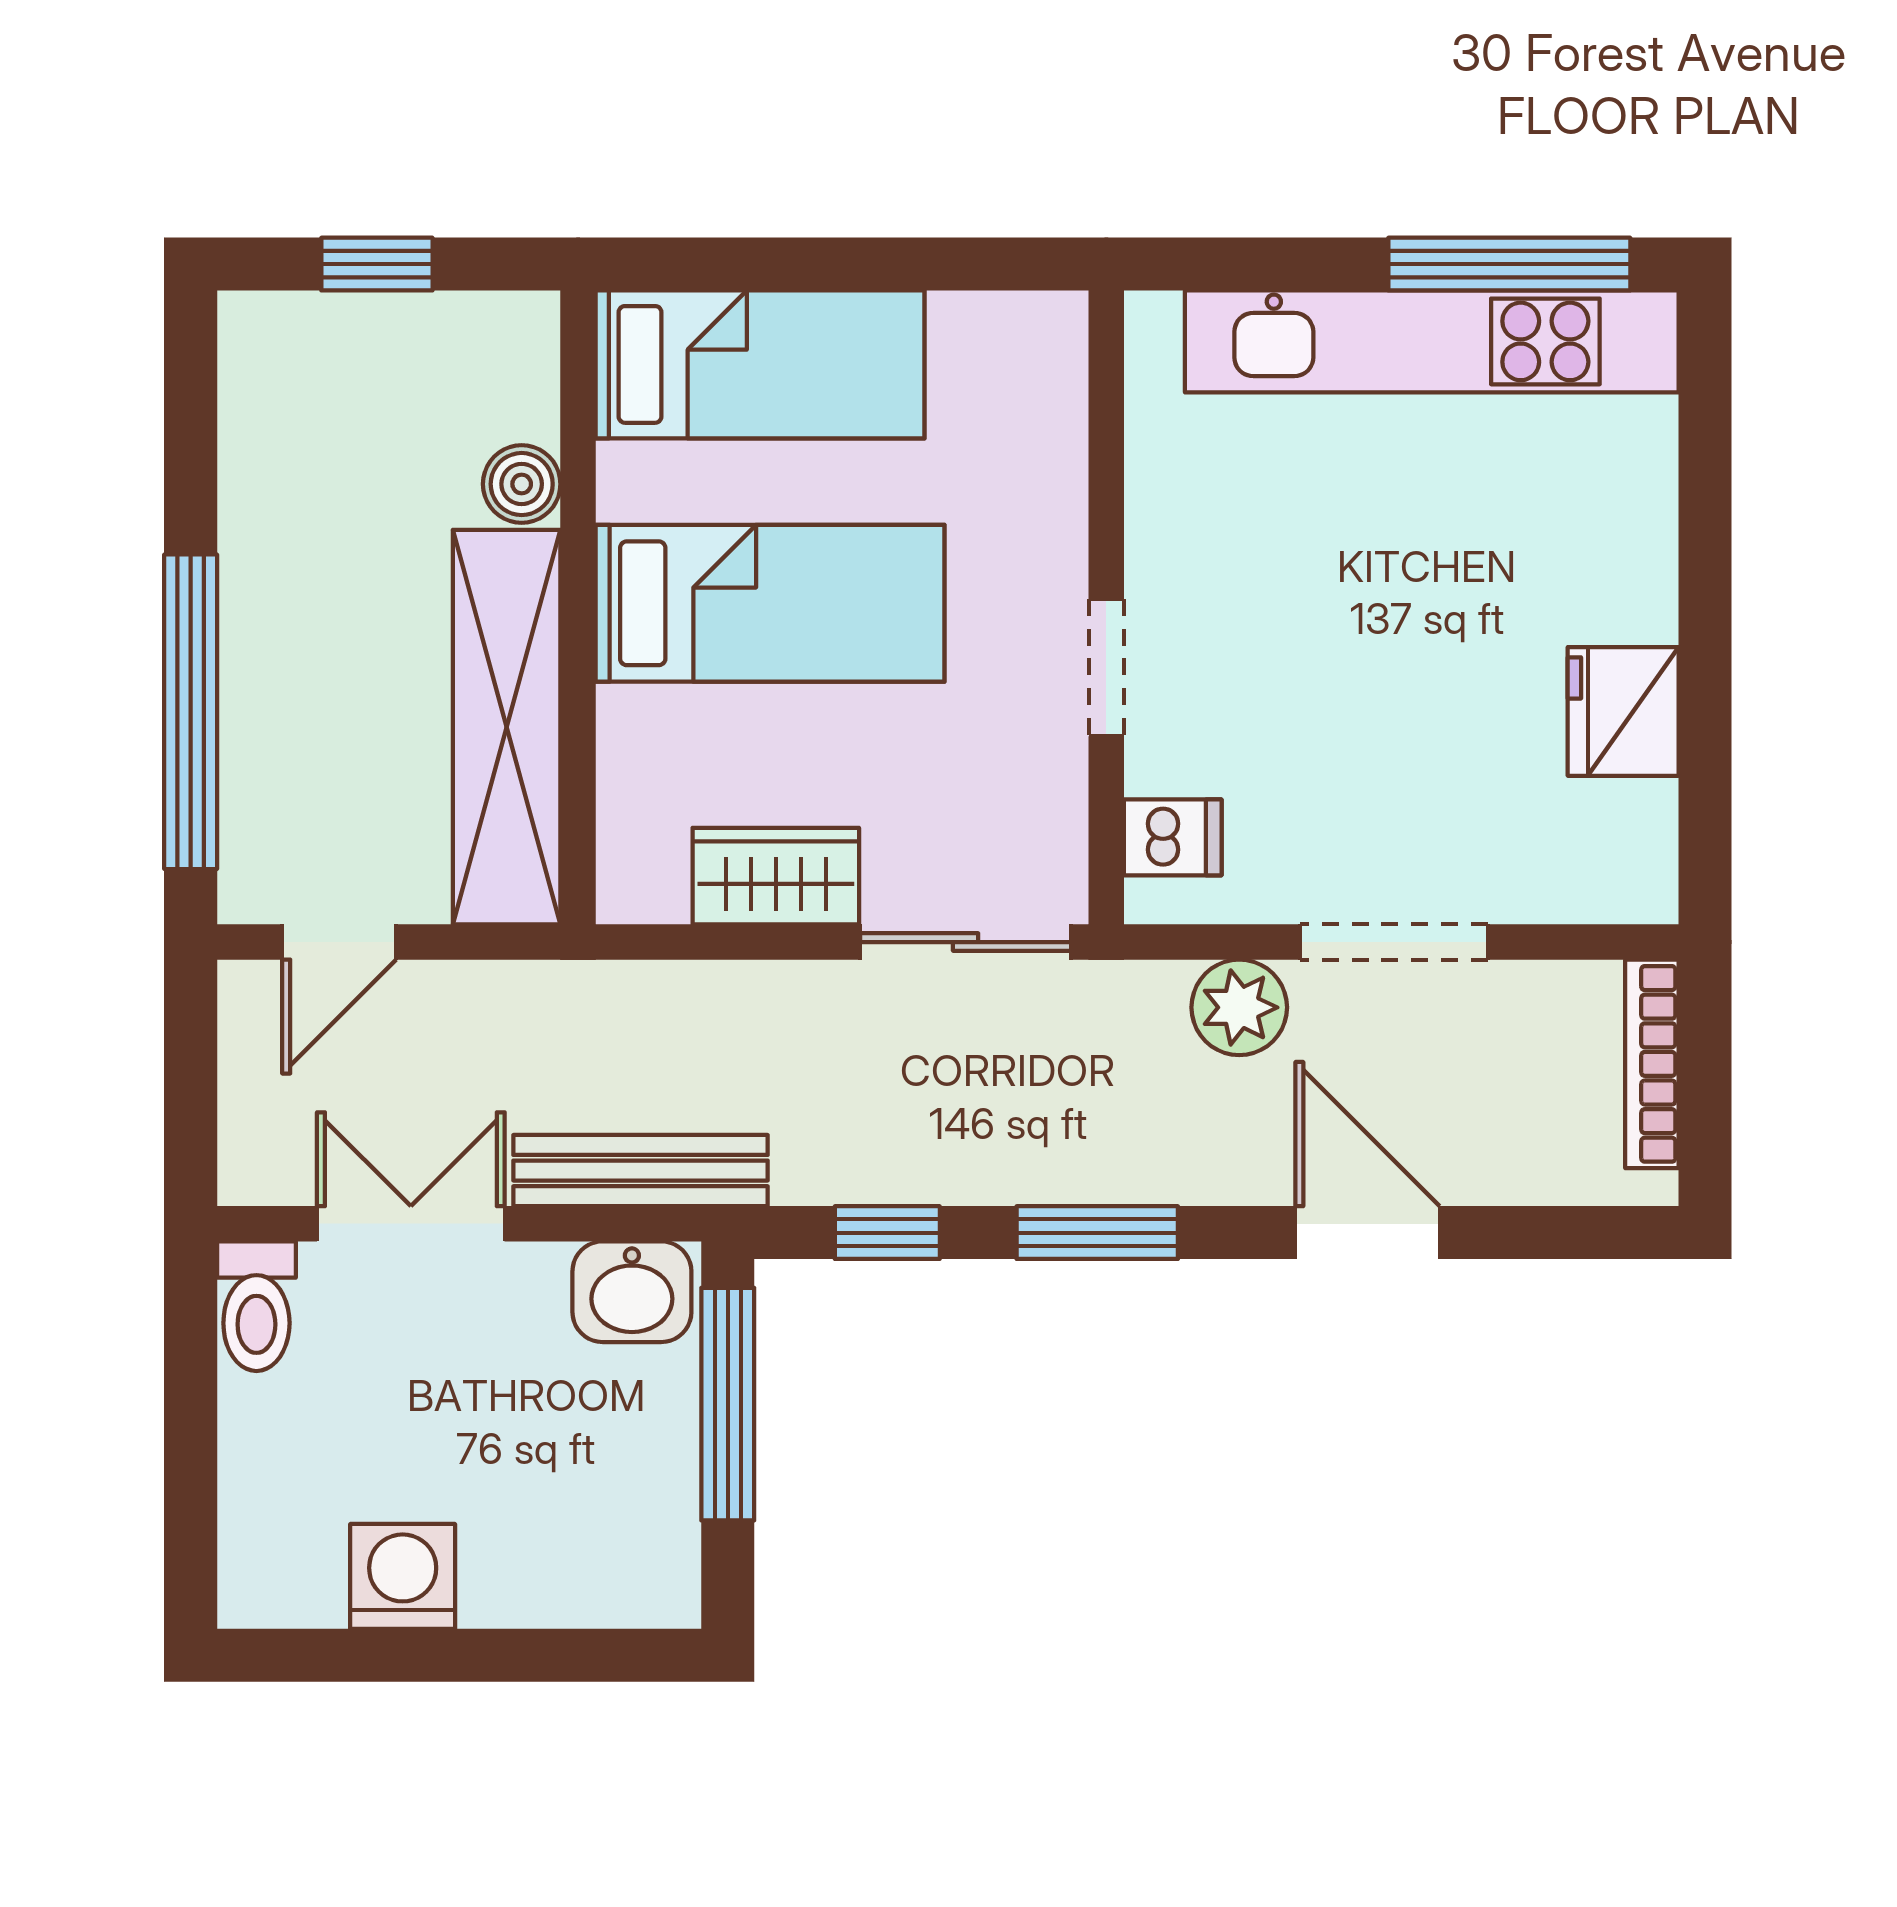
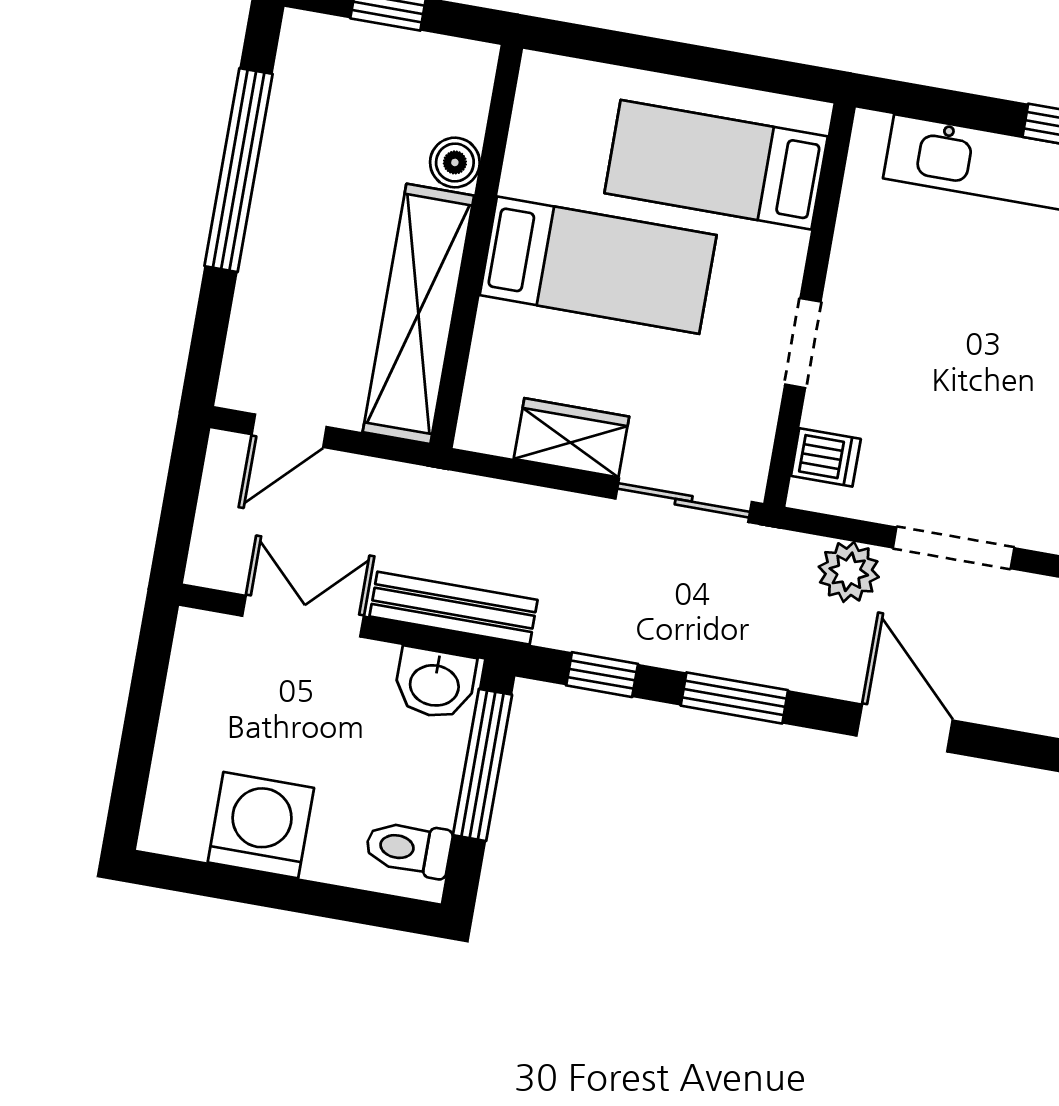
bed: (760, 364) -> (716, 165), moved, turned 180
window: (191, 712) -> (239, 170), moved
toilet: (256, 1306) -> (408, 849), moved, turned 90
washing machine: (403, 1576) -> (261, 825), width x1.37, depth x1.37

